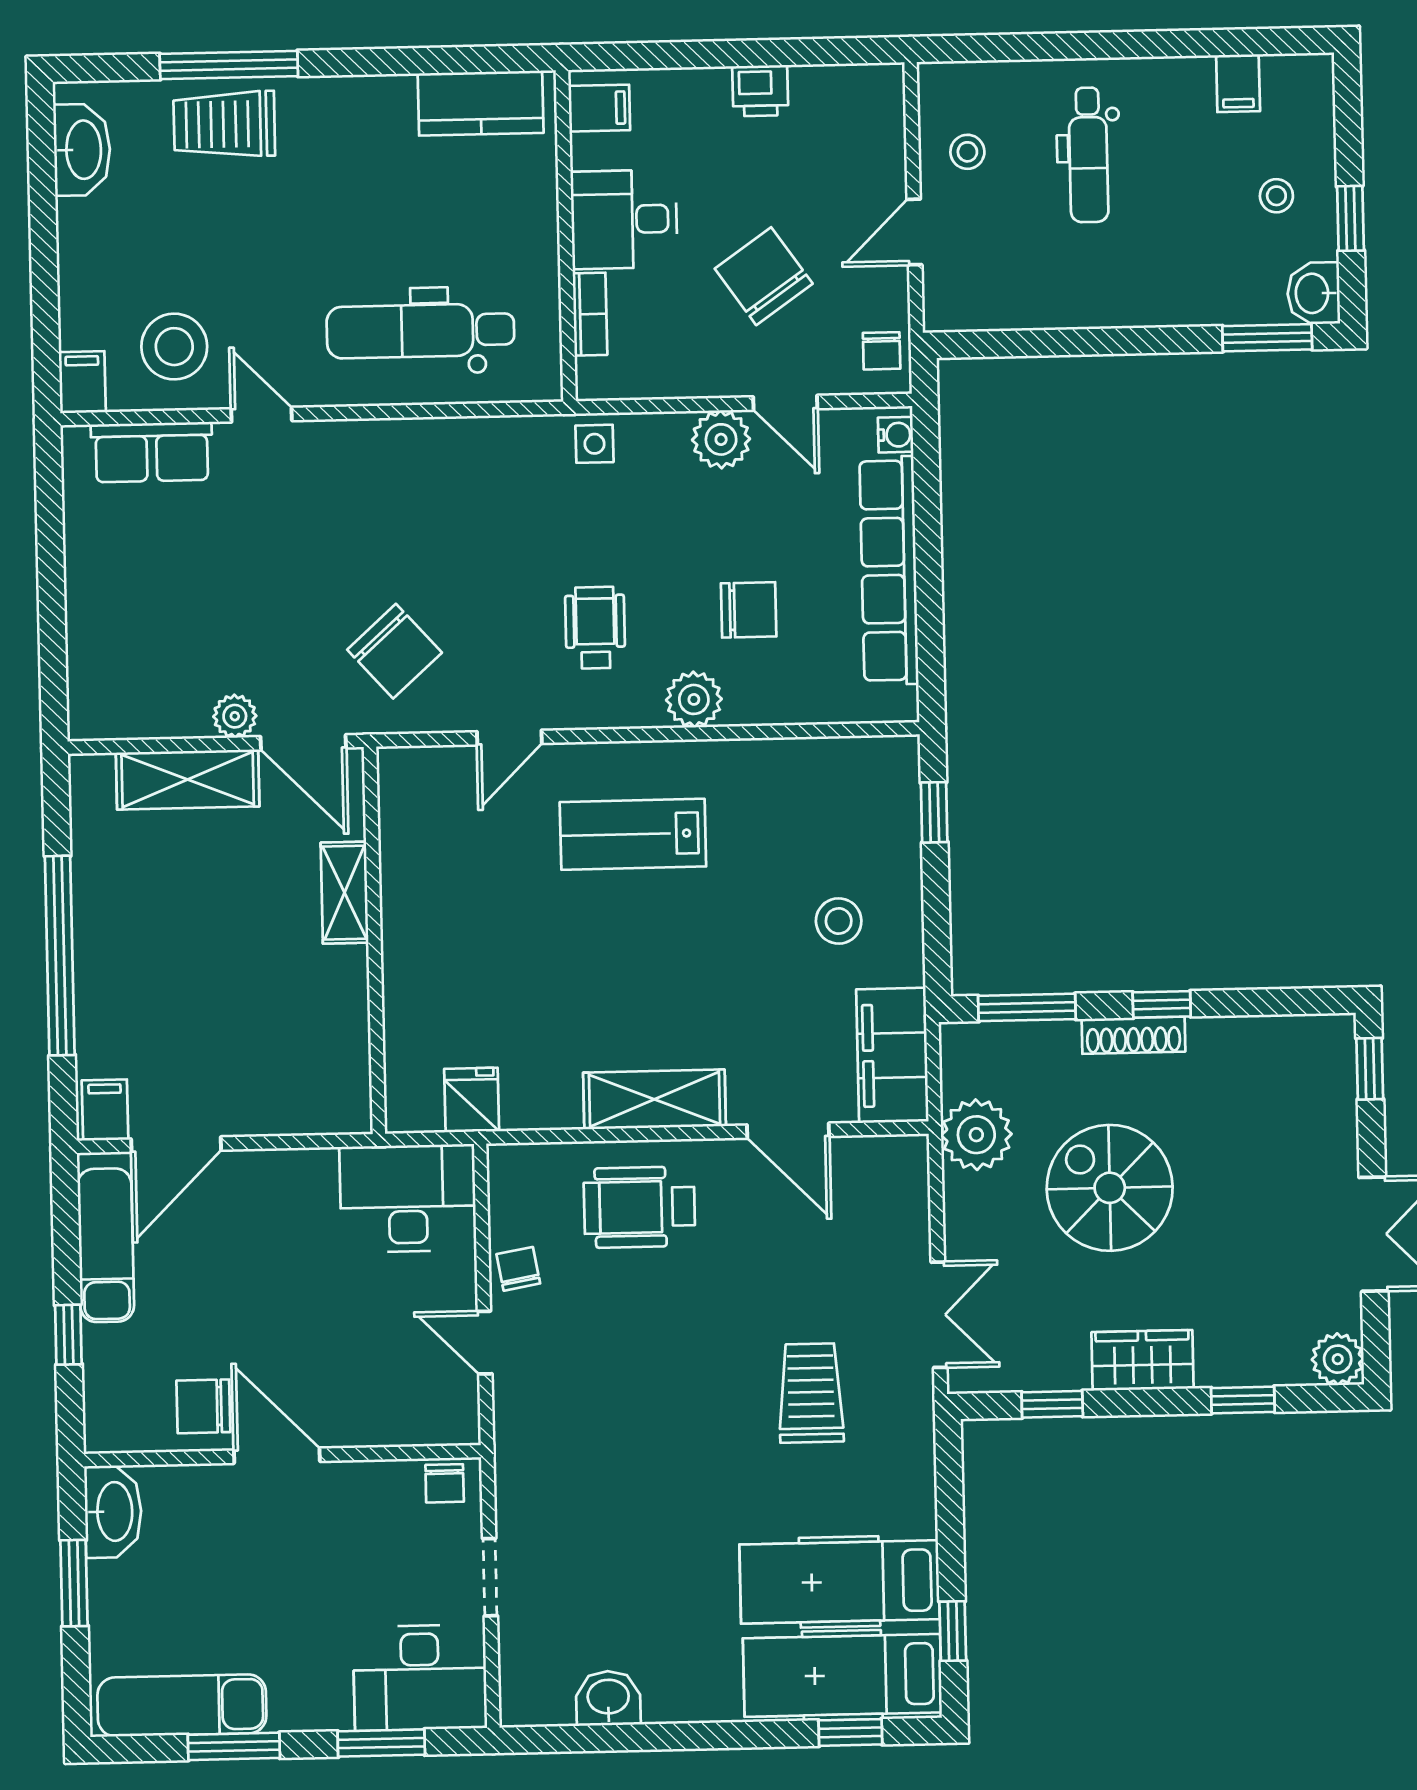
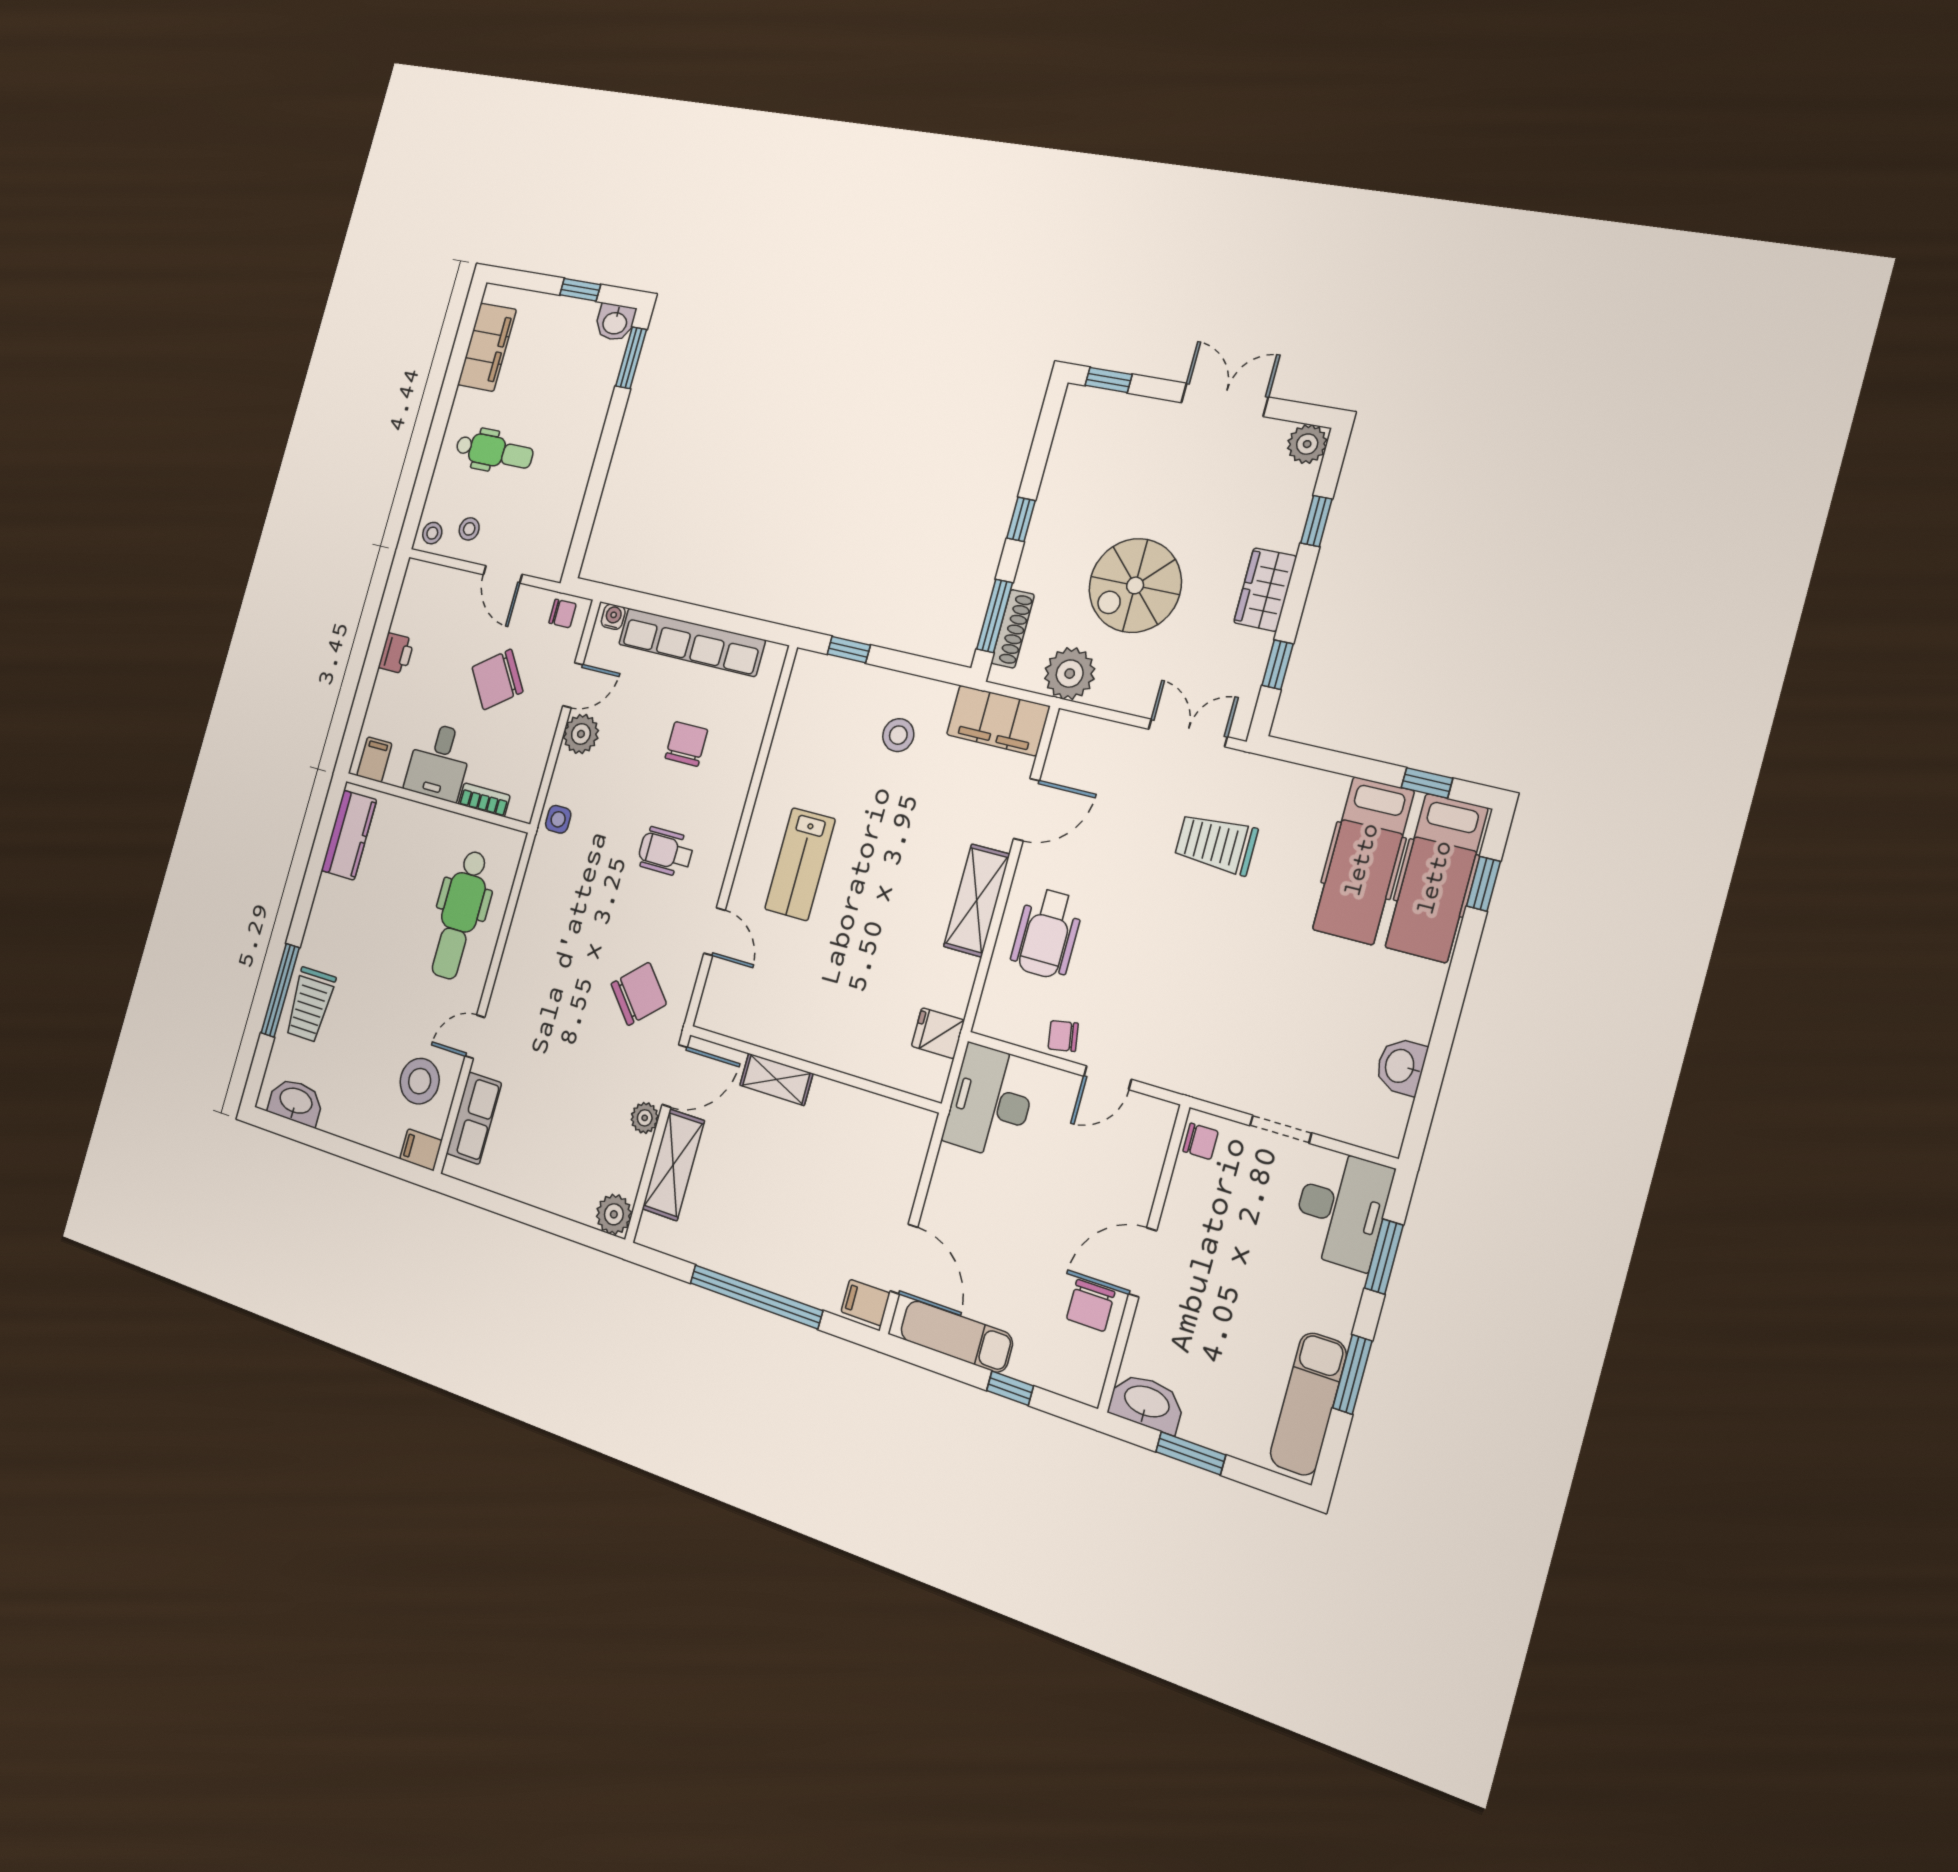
filing cabinet: (1238, 83) -> (487, 347), width x3.00, depth x1.17
stool: (1276, 196) -> (432, 533), moved
plant: (694, 699) -> (614, 1214), moved
shoe rack: (1133, 1035) -> (1013, 629), moved

